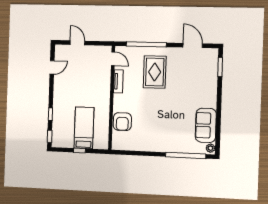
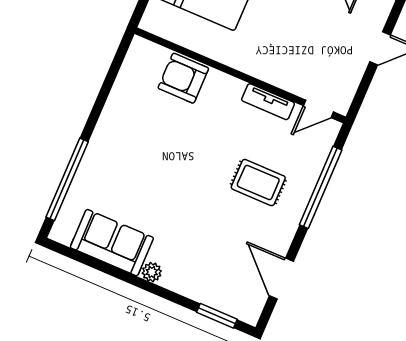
door: (193, 45) -> (281, 279), swing flipped
rug: (155, 72) -> (258, 183), width x0.73, depth x0.70
plant: (210, 148) -> (152, 272), moved

